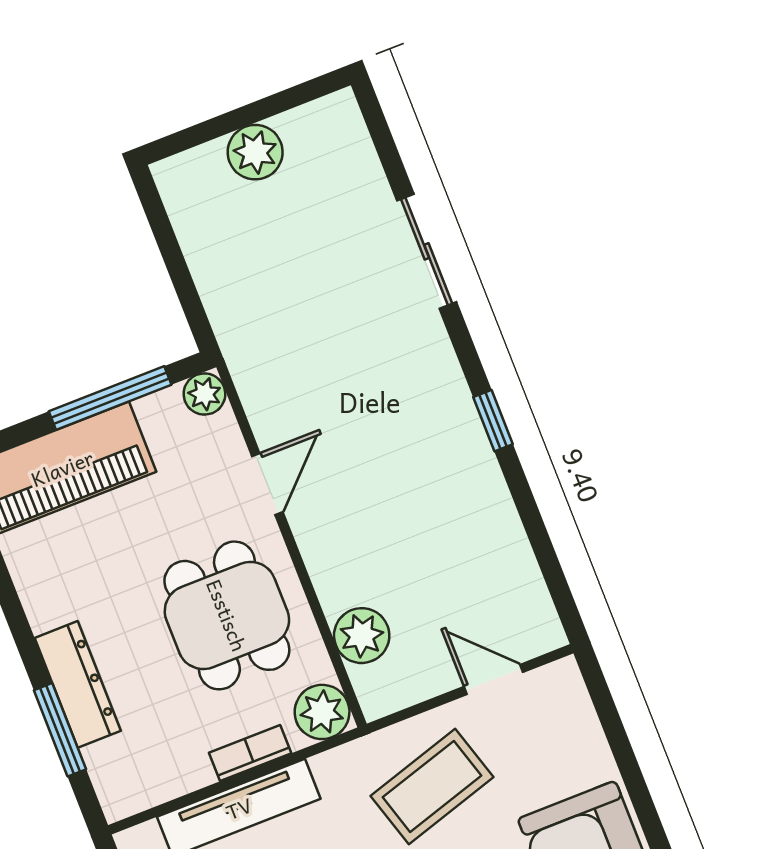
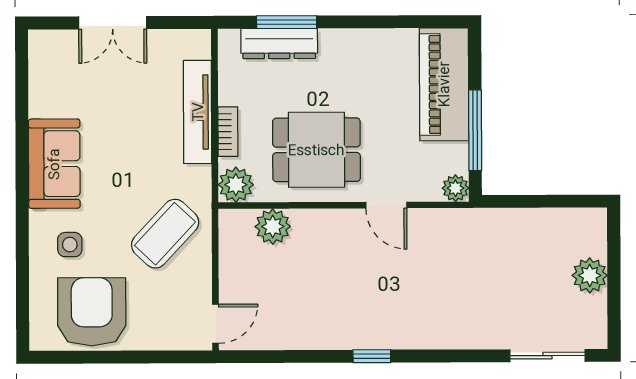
sliding door: (427, 251) -> (547, 356), moved
door: (493, 679) -> (215, 324), moved
dresser: (78, 684) -> (279, 44), moved
coffee table: (432, 786) -> (165, 234), turned 60

